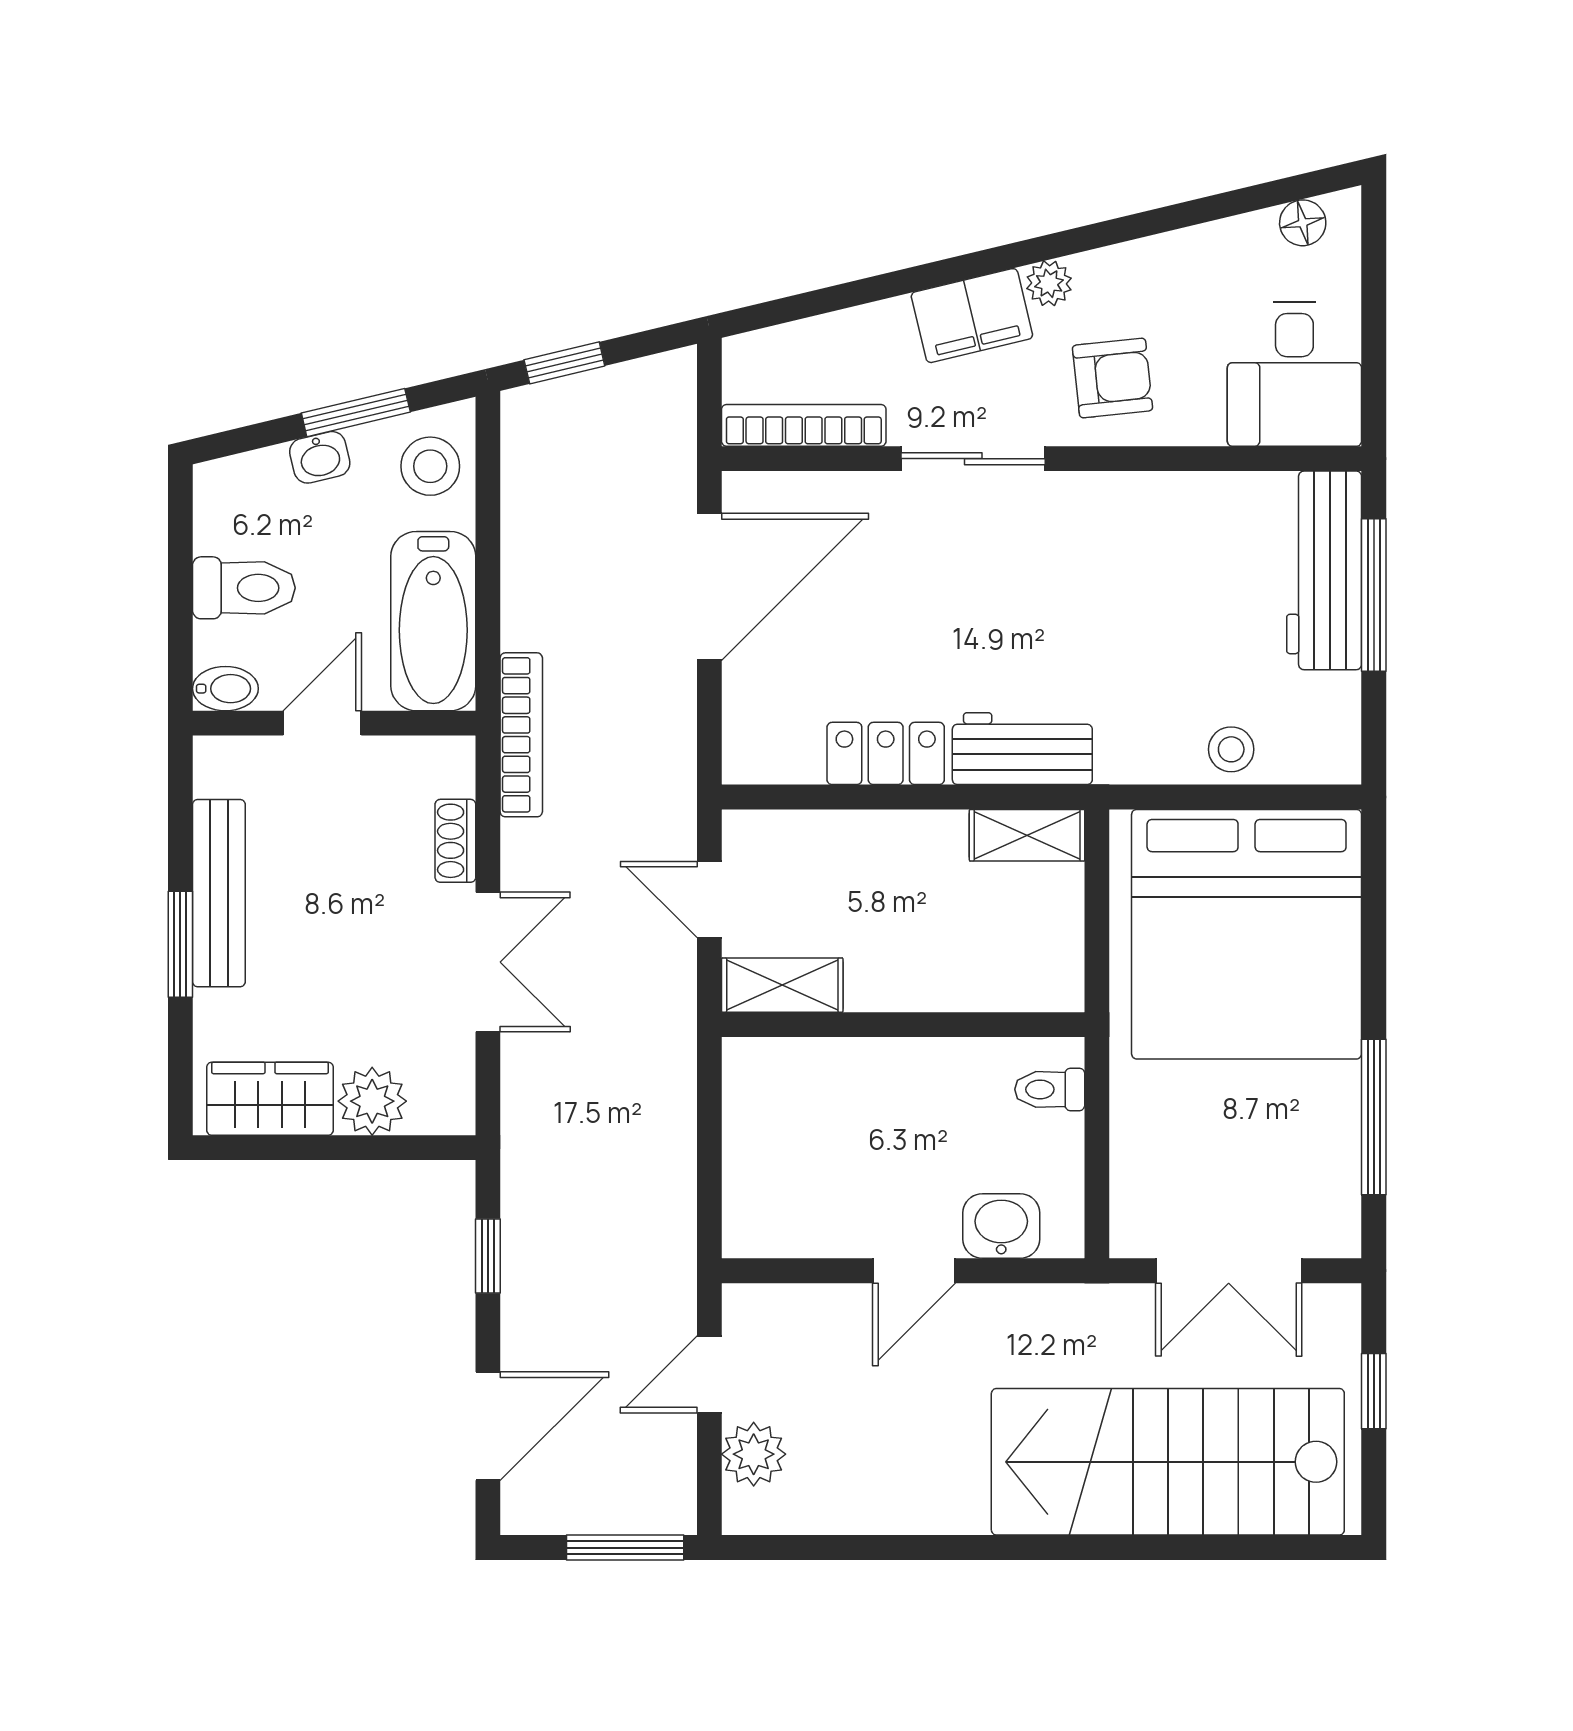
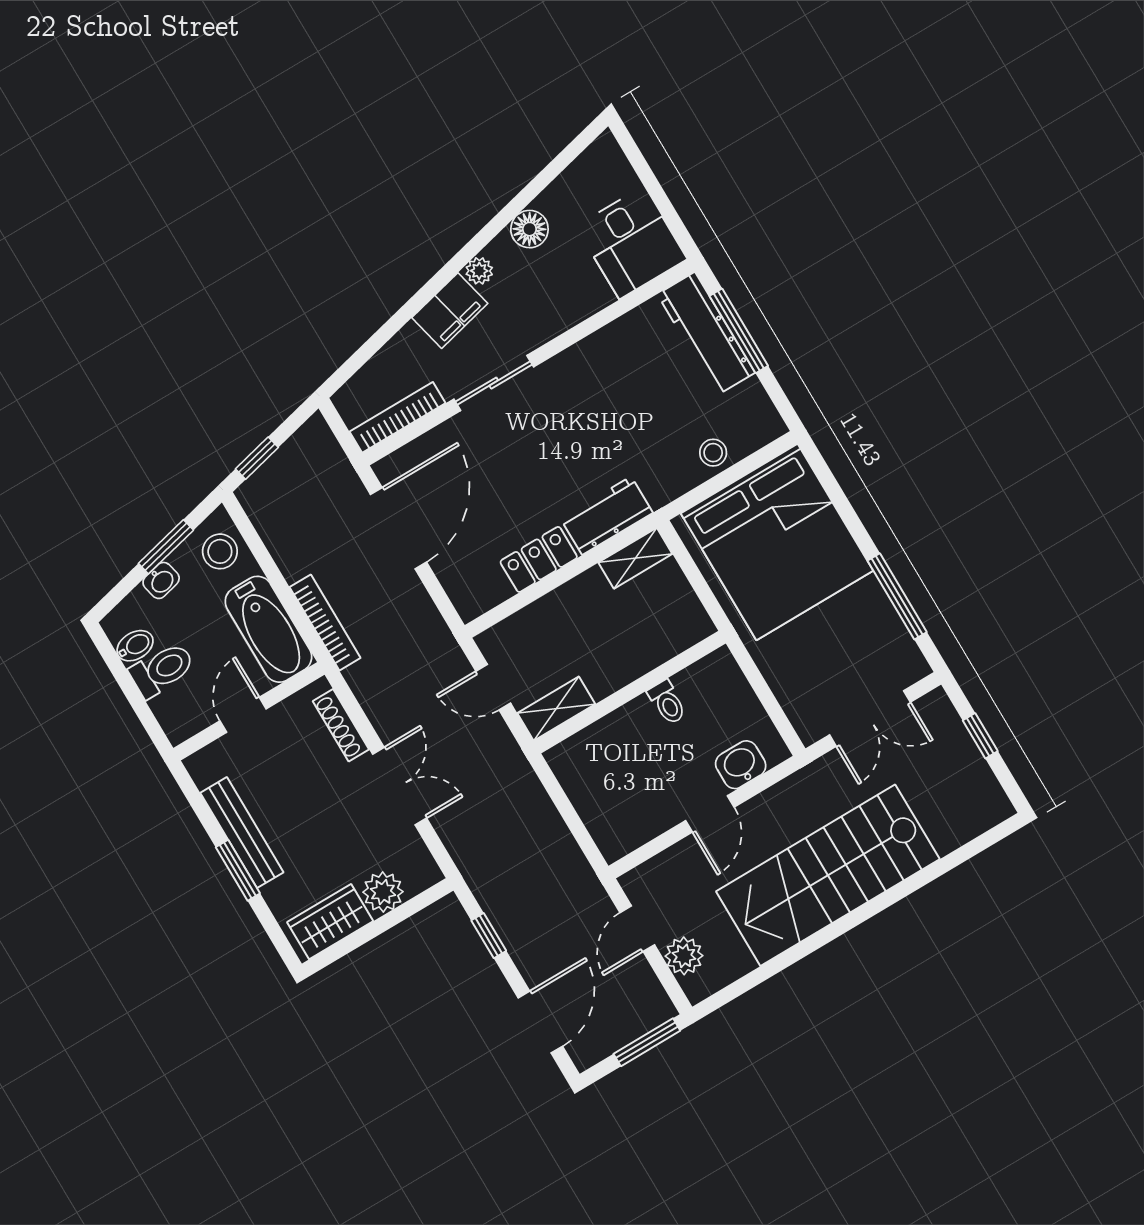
floor lamp: (1303, 223) -> (529, 229), moved, width x1.37, depth x1.37
armchair: (1113, 378) -> (540, 300), removed
bidet: (225, 689) -> (135, 646), moved
bookcase: (521, 735) -> (325, 623), moved
shoe rack: (455, 841) -> (341, 725), width x1.43
toilet: (1050, 1089) -> (667, 702), moved, turned -90
stairs: (1168, 1462) -> (828, 875), moved

